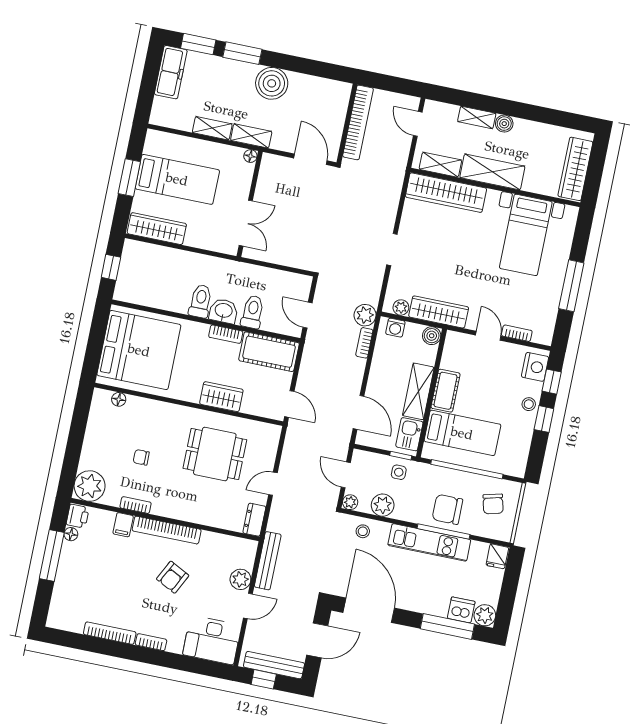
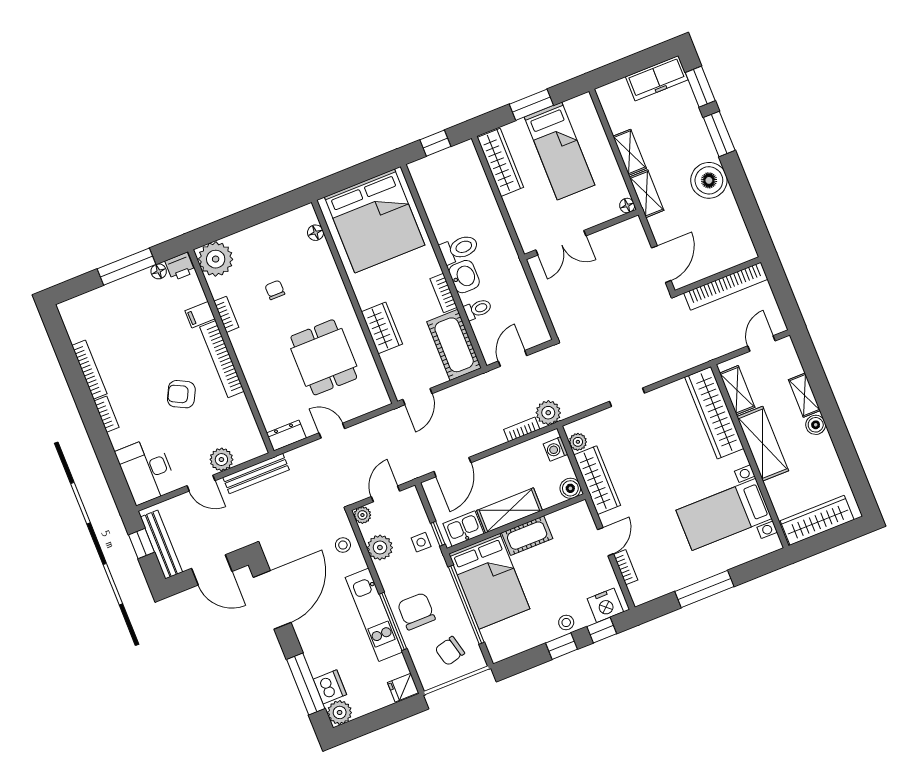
toilet: (253, 312) -> (478, 309), width x0.73, depth x0.72
bed: (462, 433) -> (489, 581), width x1.50

